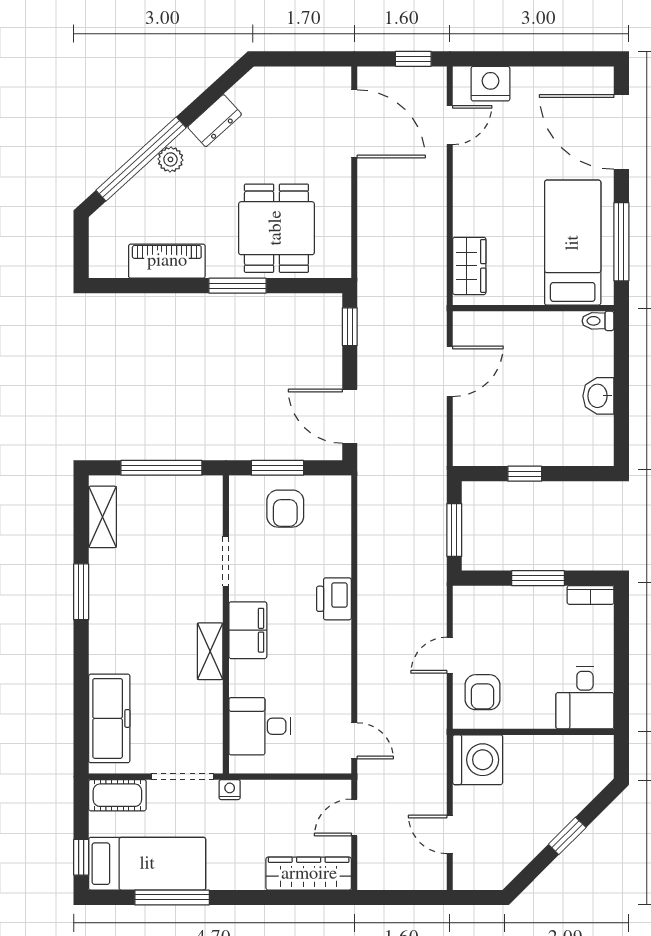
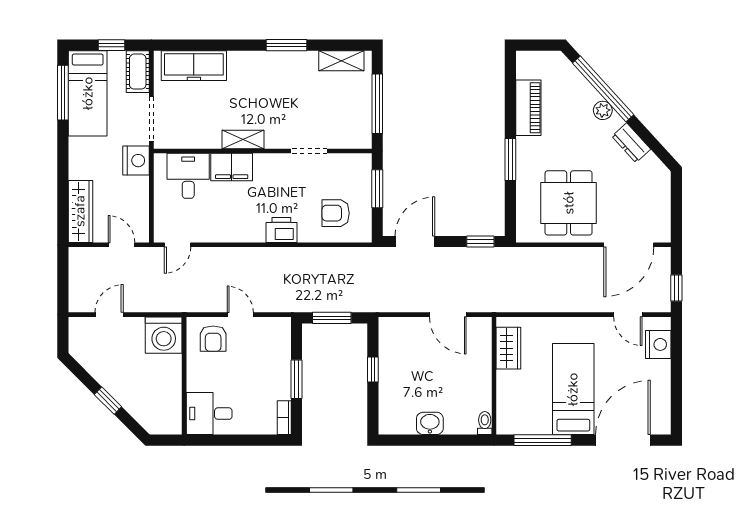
dining table: (276, 228) -> (569, 203), moved, turned 90
bed: (573, 243) -> (573, 389), moved, turned -90
wardrobe: (469, 266) -> (508, 348), moved, turned -90
armchair: (285, 509) -> (336, 213), moved
filing cabinet: (248, 630) -> (232, 167), moved
armchair: (483, 692) -> (213, 339), turned -90
nightstand: (230, 790) -> (136, 161), width x1.89, depth x1.79
window: (81, 857) -> (112, 45), moved
window: (172, 897) -> (63, 93), moved

